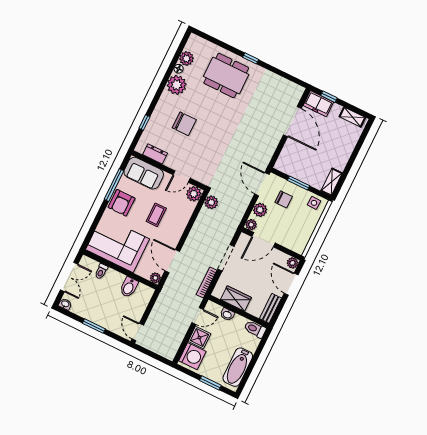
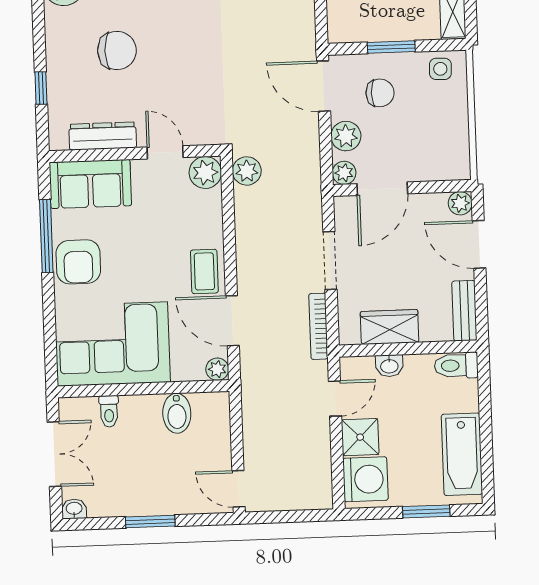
dresser: (155, 154) -> (103, 136), width x1.44
door: (182, 177) -> (165, 152), swing flipped
coffee table: (156, 215) -> (204, 271), moved

